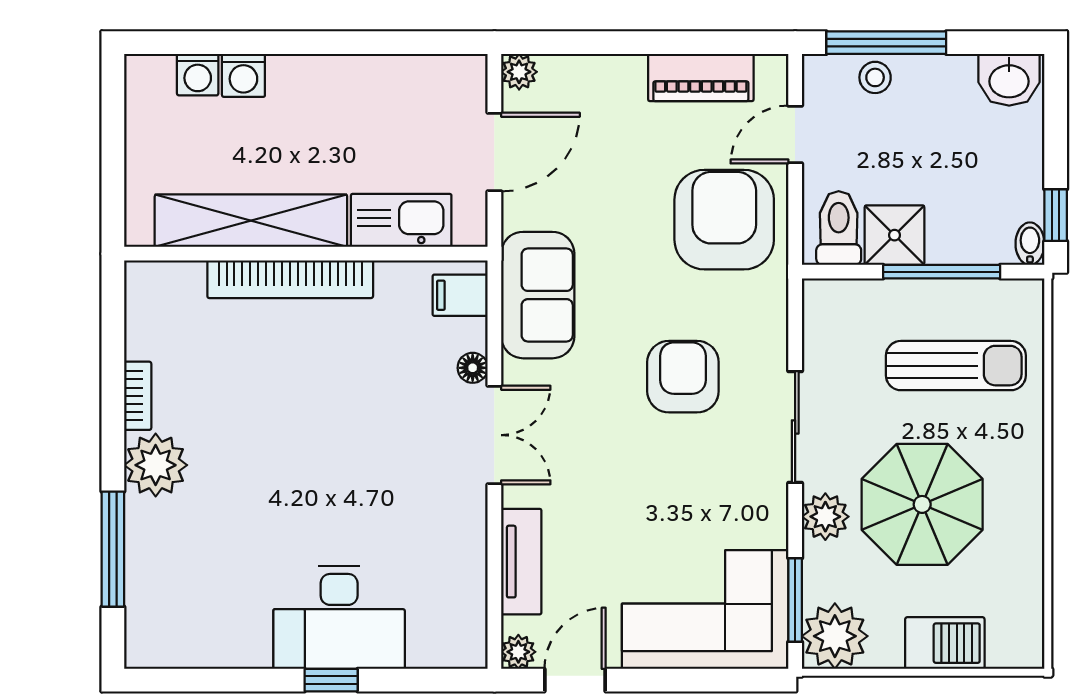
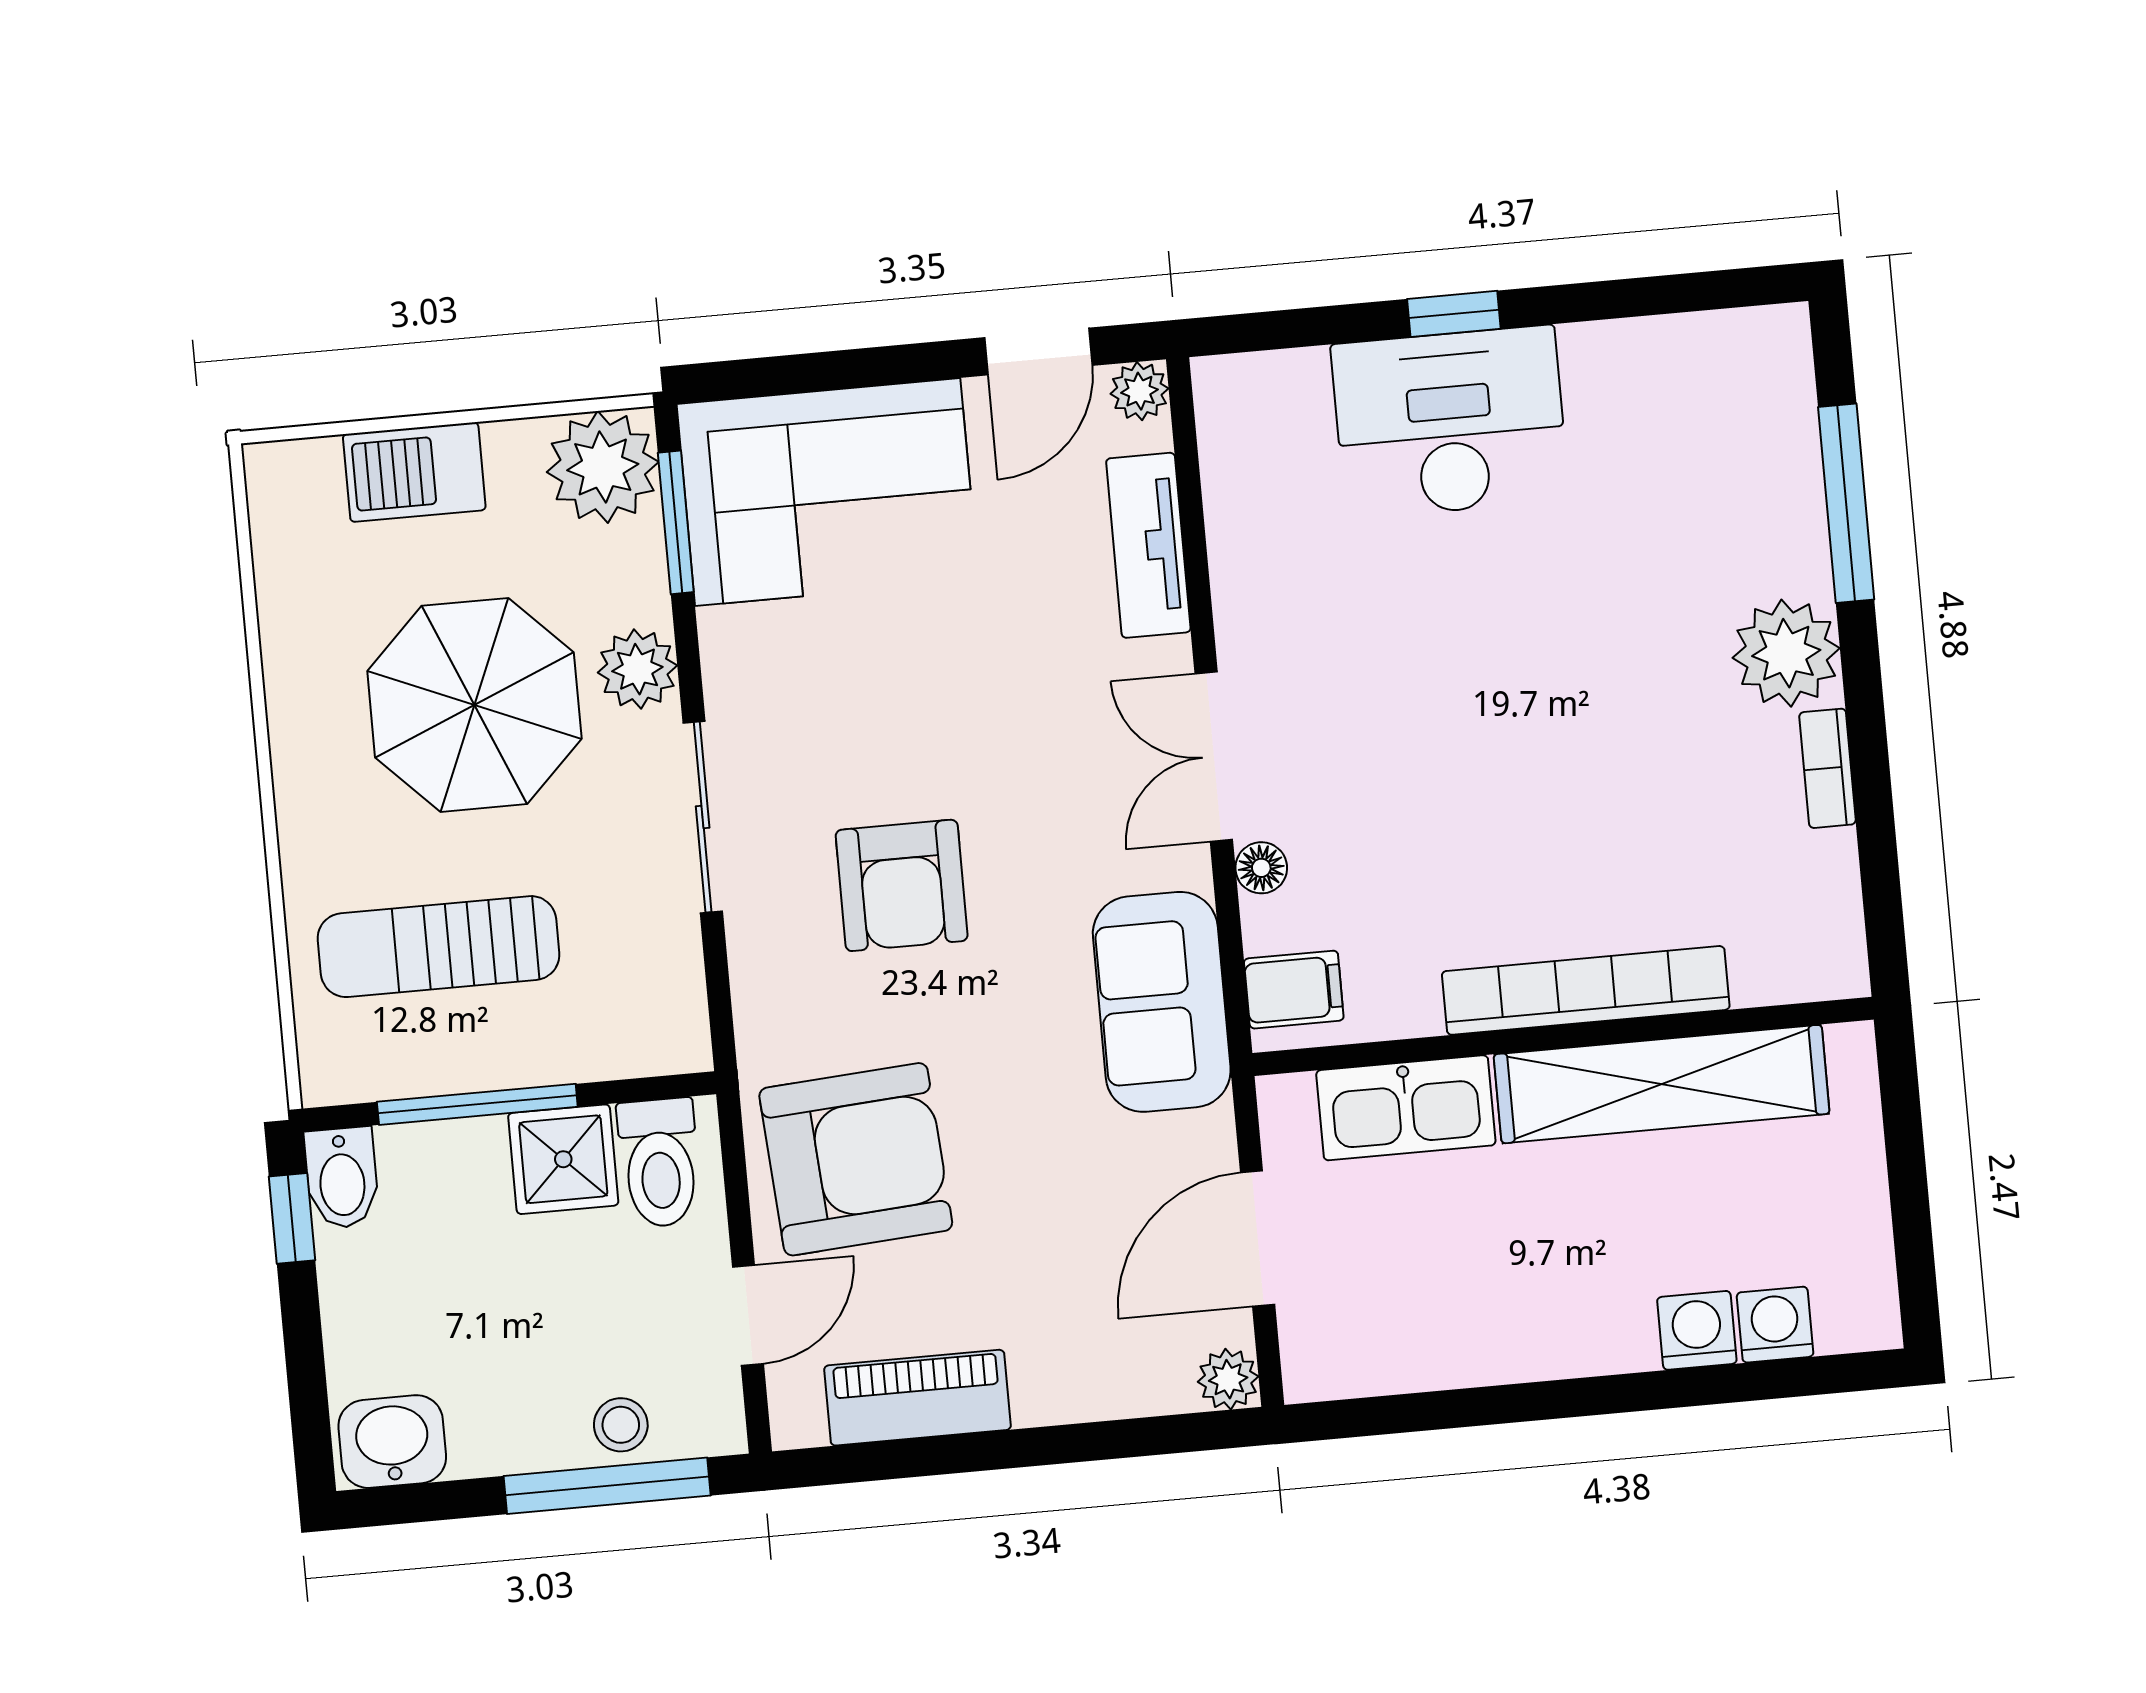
armchair: (724, 220) -> (856, 1159), turned -94
bidet: (1030, 244) -> (342, 1178), width x1.38, depth x1.36

